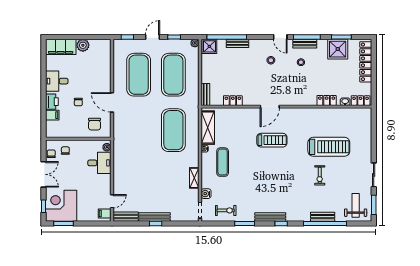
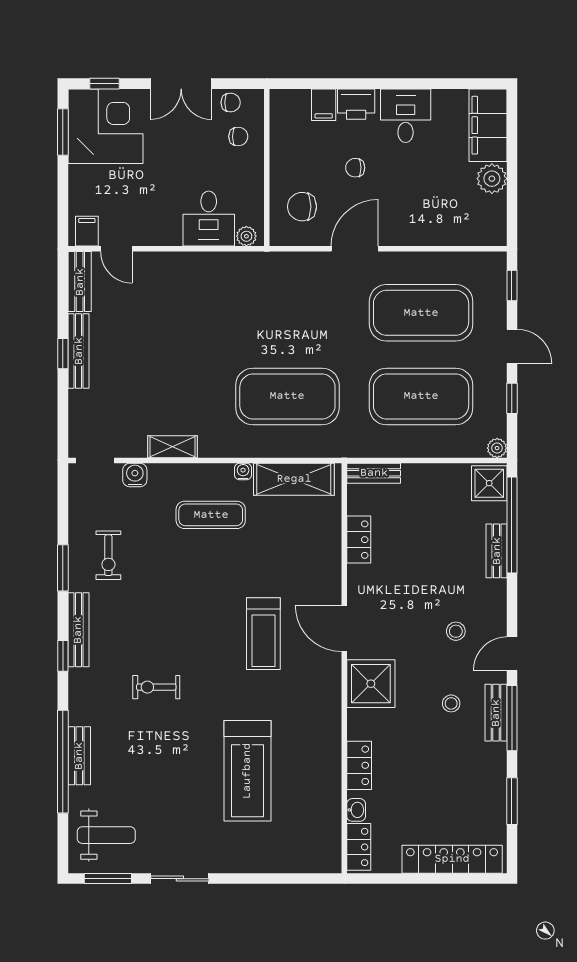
shower: (338, 49) -> (371, 684), moved
exercise bike: (320, 175) -> (156, 687), moved
exercise bike: (226, 210) -> (108, 555), moved

